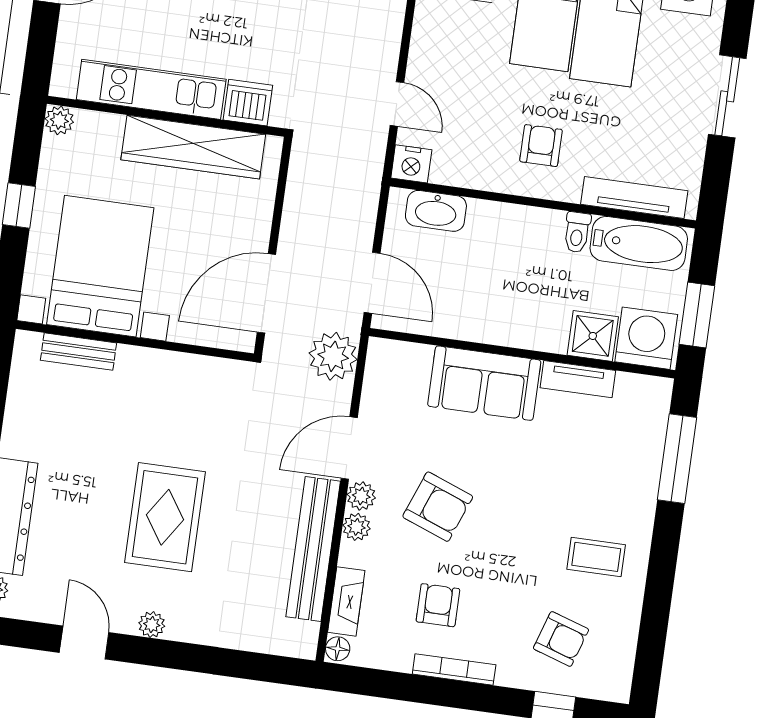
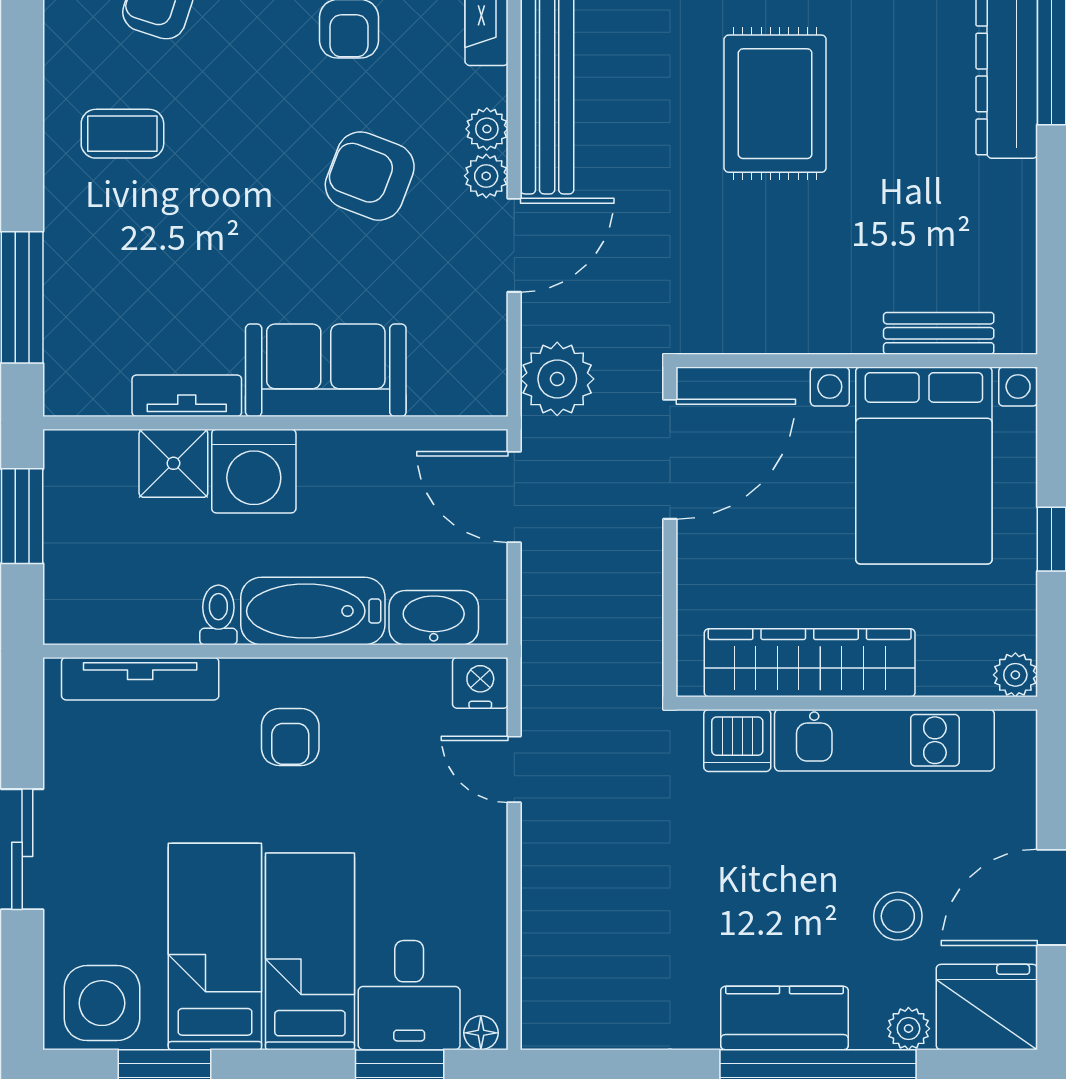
bathtub: (639, 243) -> (313, 611), moved
washing machine: (646, 338) -> (254, 471), moved

